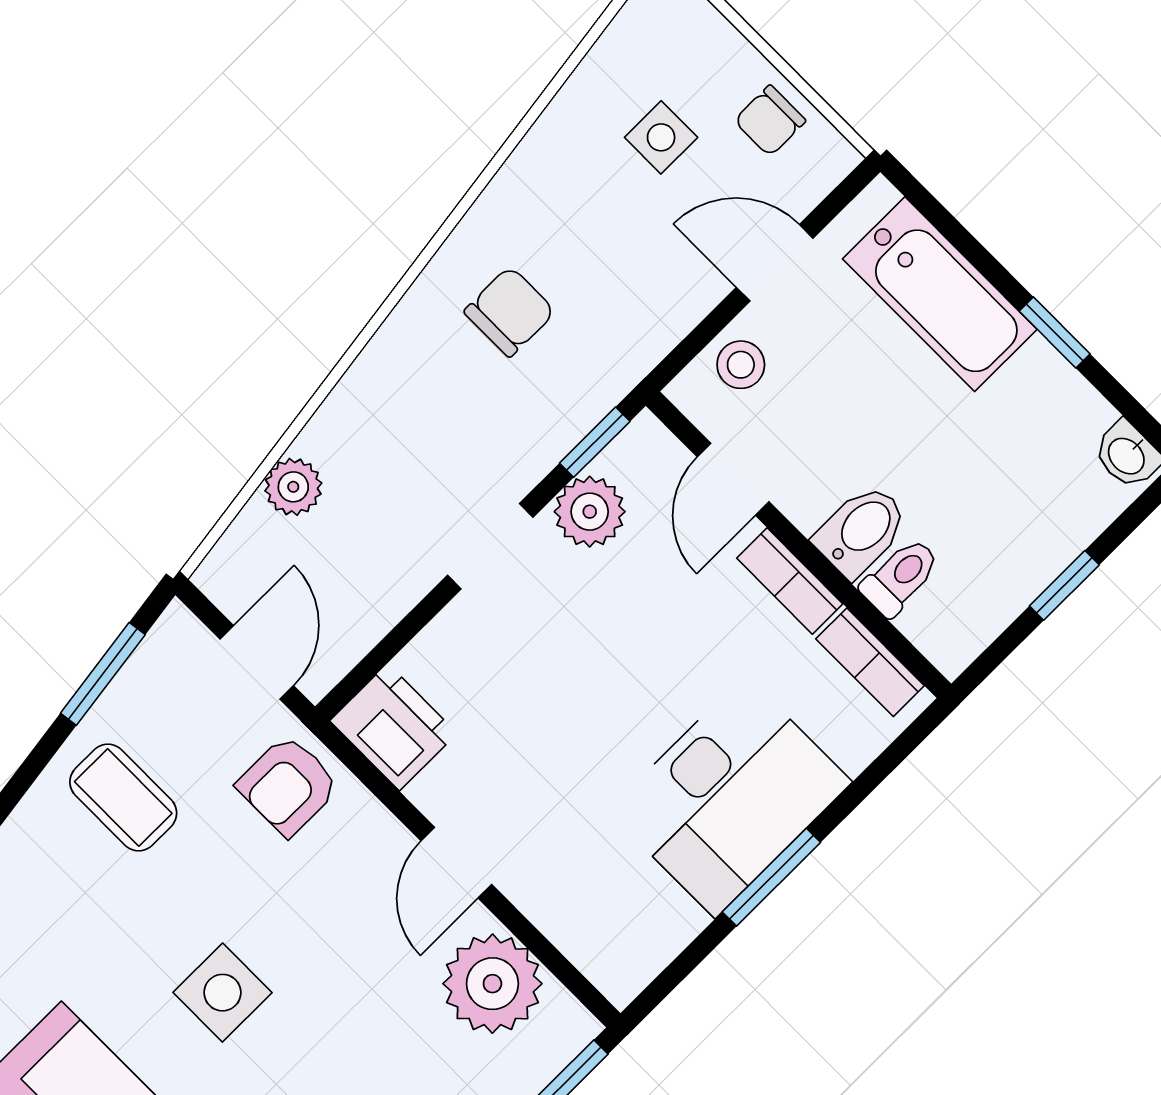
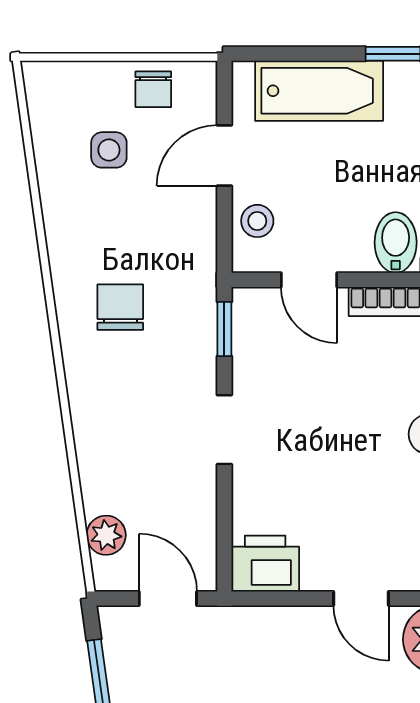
plant: (293, 487) -> (106, 535), moved
plant: (590, 512) -> (255, 365), removed
armchair: (288, 785) -> (243, 643), removed

